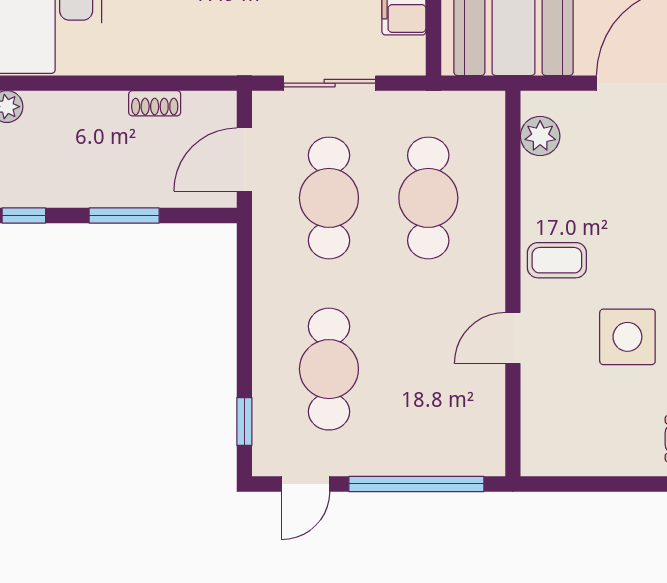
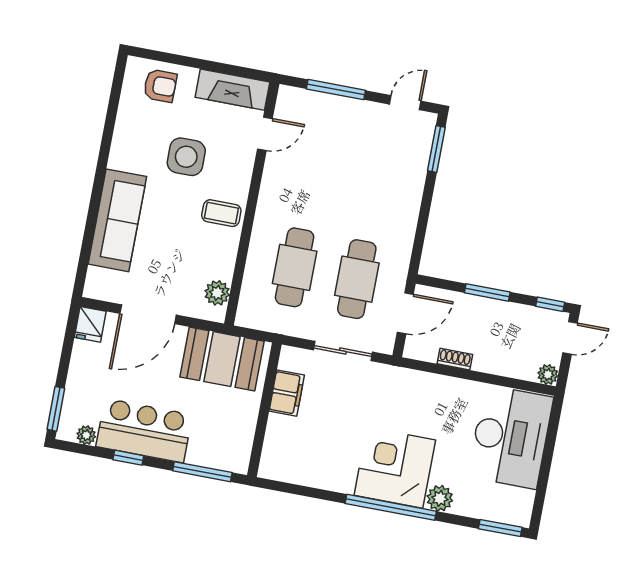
door: (513, 338) -> (265, 134), moved
cafe table: (329, 369) -> (377, 172), removed
window: (244, 422) -> (436, 149), width x1.50
fireplace: (576, 454) -> (232, 90), added
window: (416, 484) -> (336, 90), width x0.68

